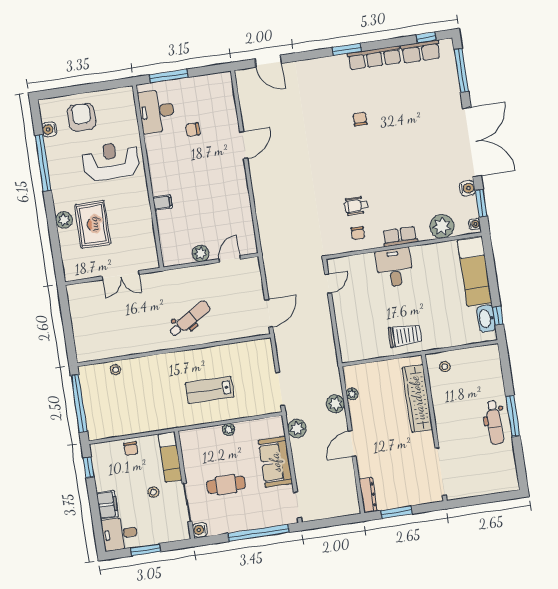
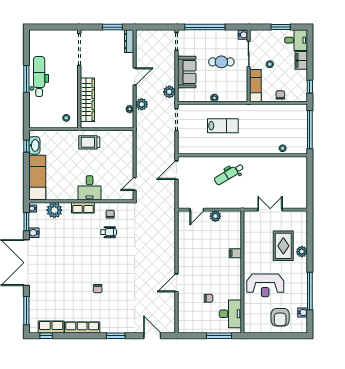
window: (347, 49) -> (116, 336), moved
dental chair: (494, 422) -> (39, 76), width x1.36, depth x1.38

